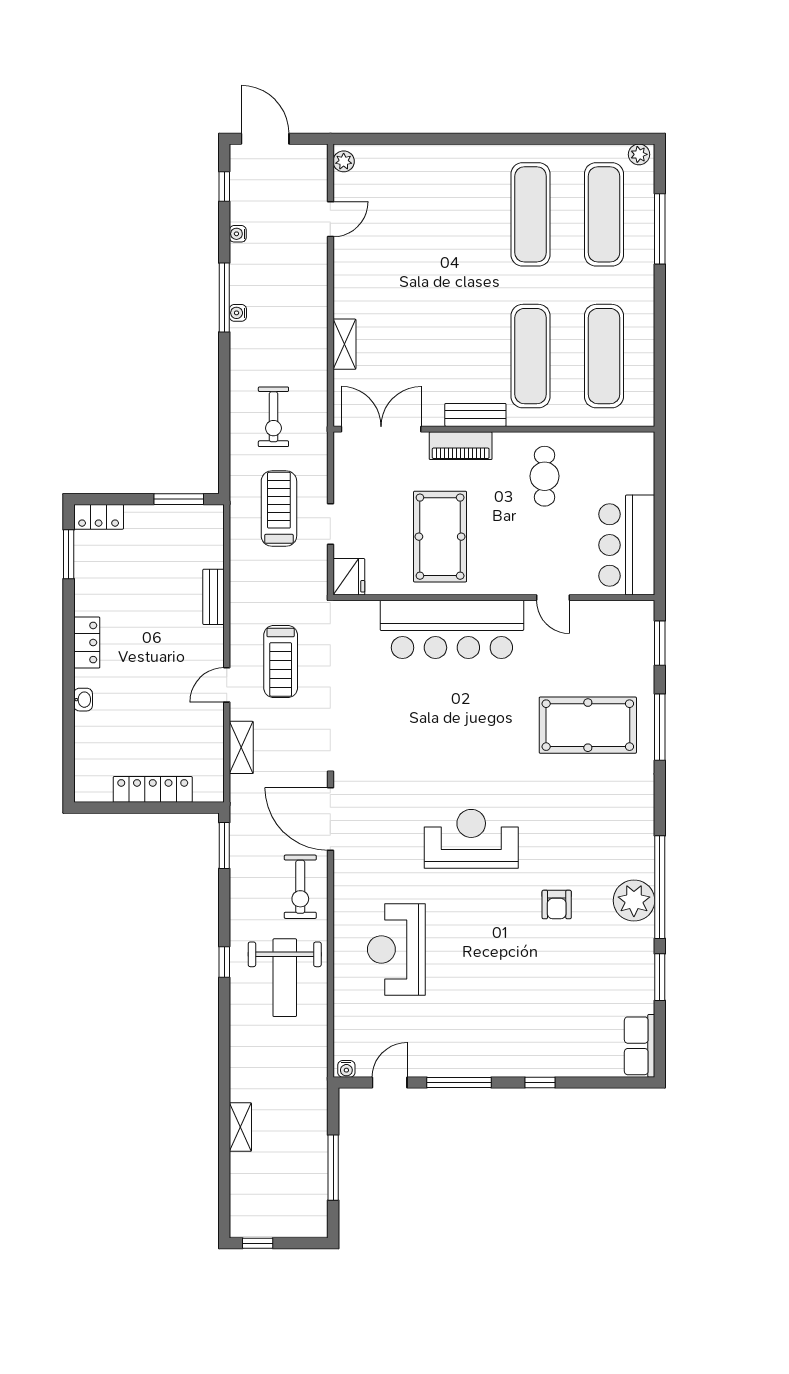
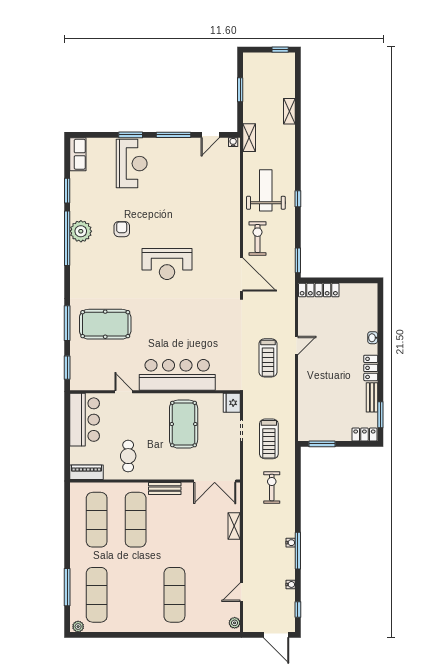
exercise mat: (531, 214) -> (174, 595), moved
piano: (461, 446) -> (86, 472), moved
bench: (214, 597) -> (372, 397), moved
treadmill: (281, 662) -> (268, 358), turned 180
shelving: (241, 747) -> (249, 138), moved
locker: (153, 789) -> (319, 290), moved
reception desk: (396, 949) -> (132, 164), moved
window: (540, 1083) -> (131, 135), width x1.50
window: (333, 1168) -> (240, 90), width x0.69

